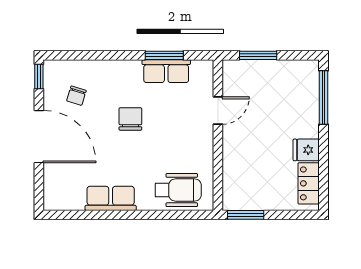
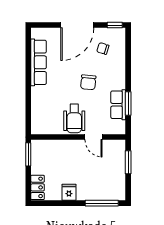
chair: (130, 119) -> (88, 82), turned 95
locker: (309, 183) -> (38, 187), moved, turned 90
wheelchair: (178, 190) -> (74, 118), moved
row of seats: (111, 198) -> (39, 62), width x1.48

